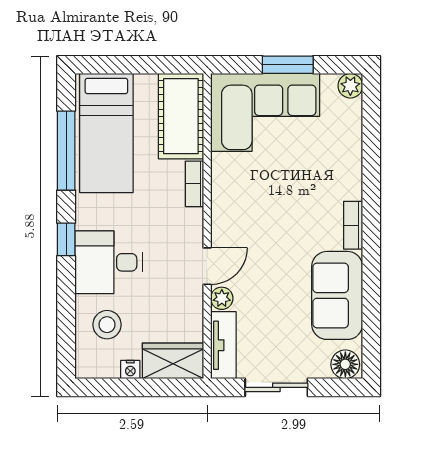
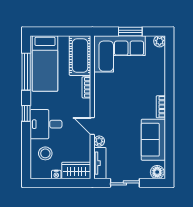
door: (207, 266) -> (92, 126), swing flipped

